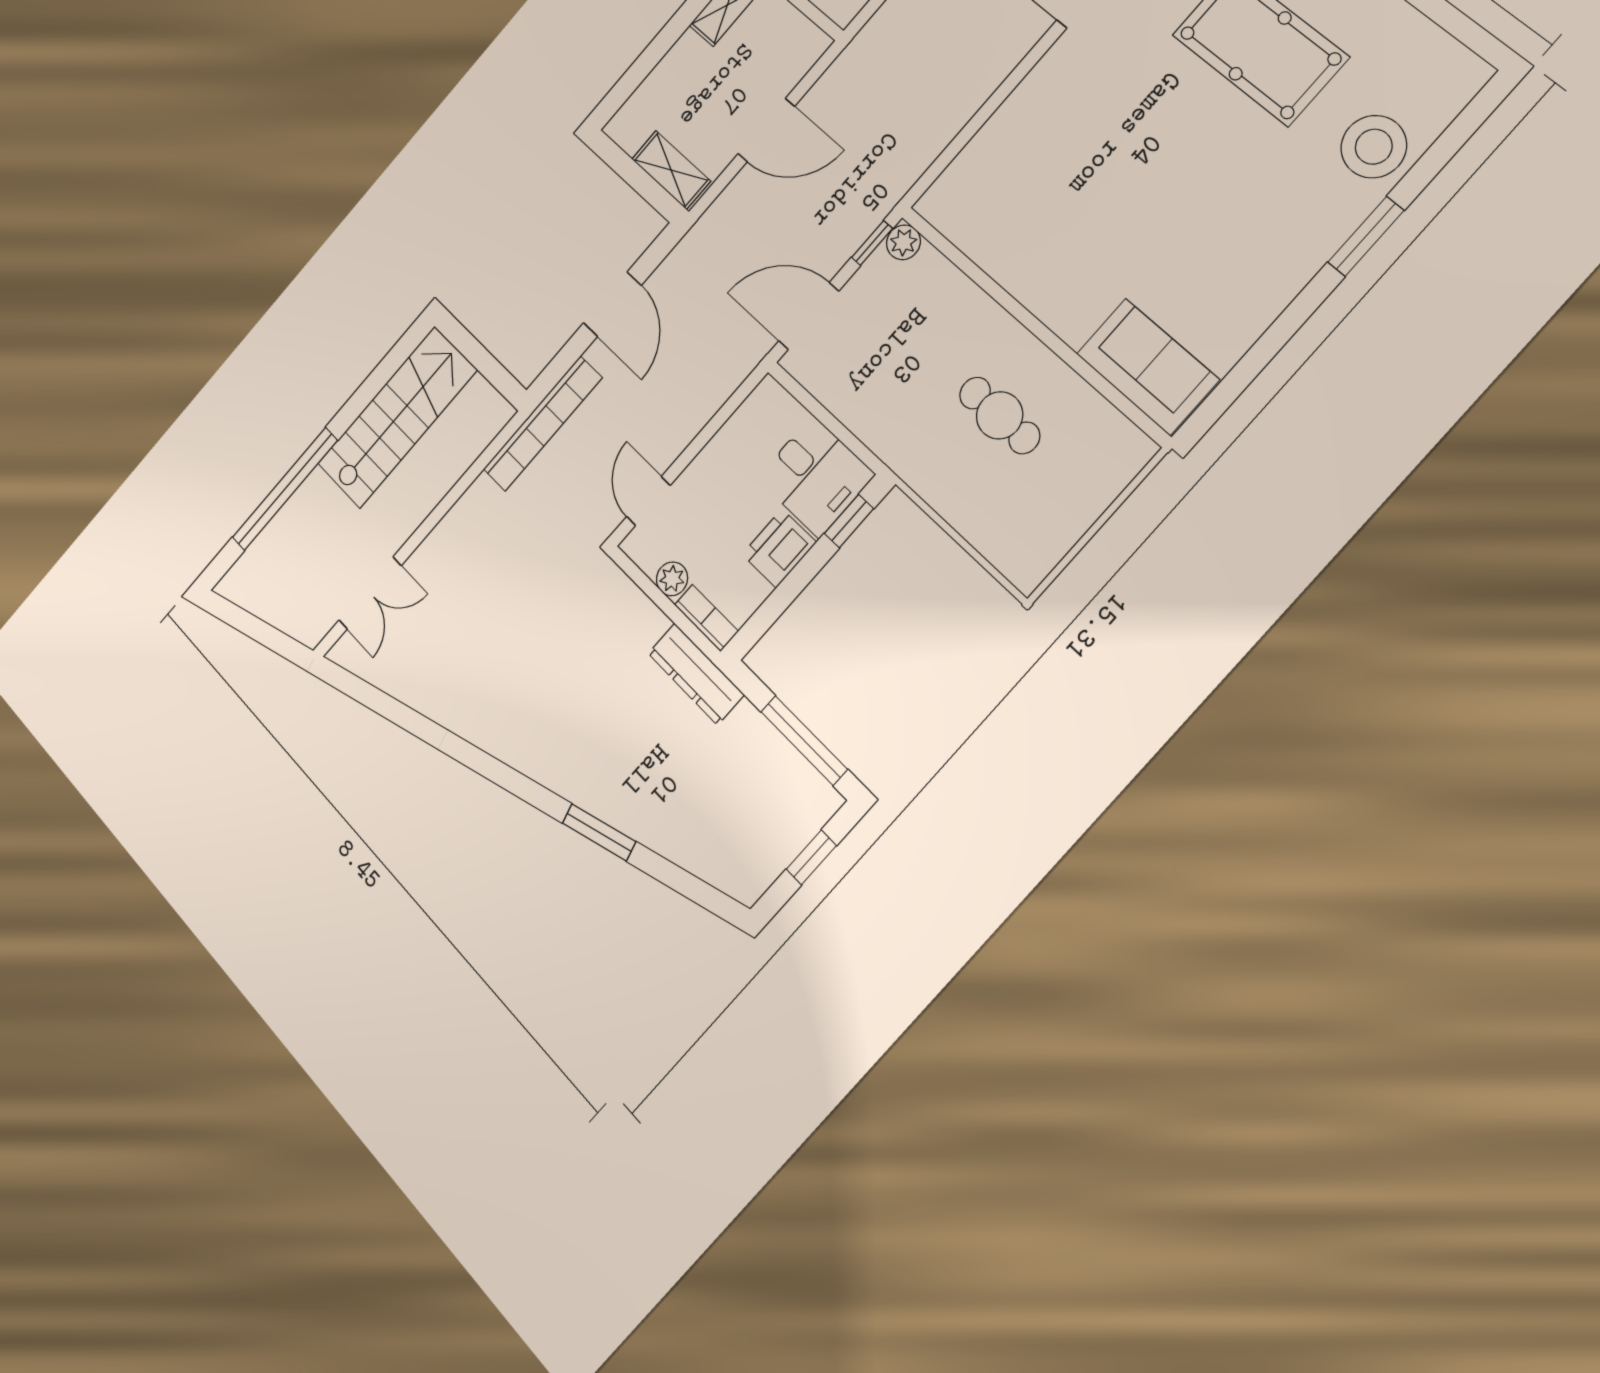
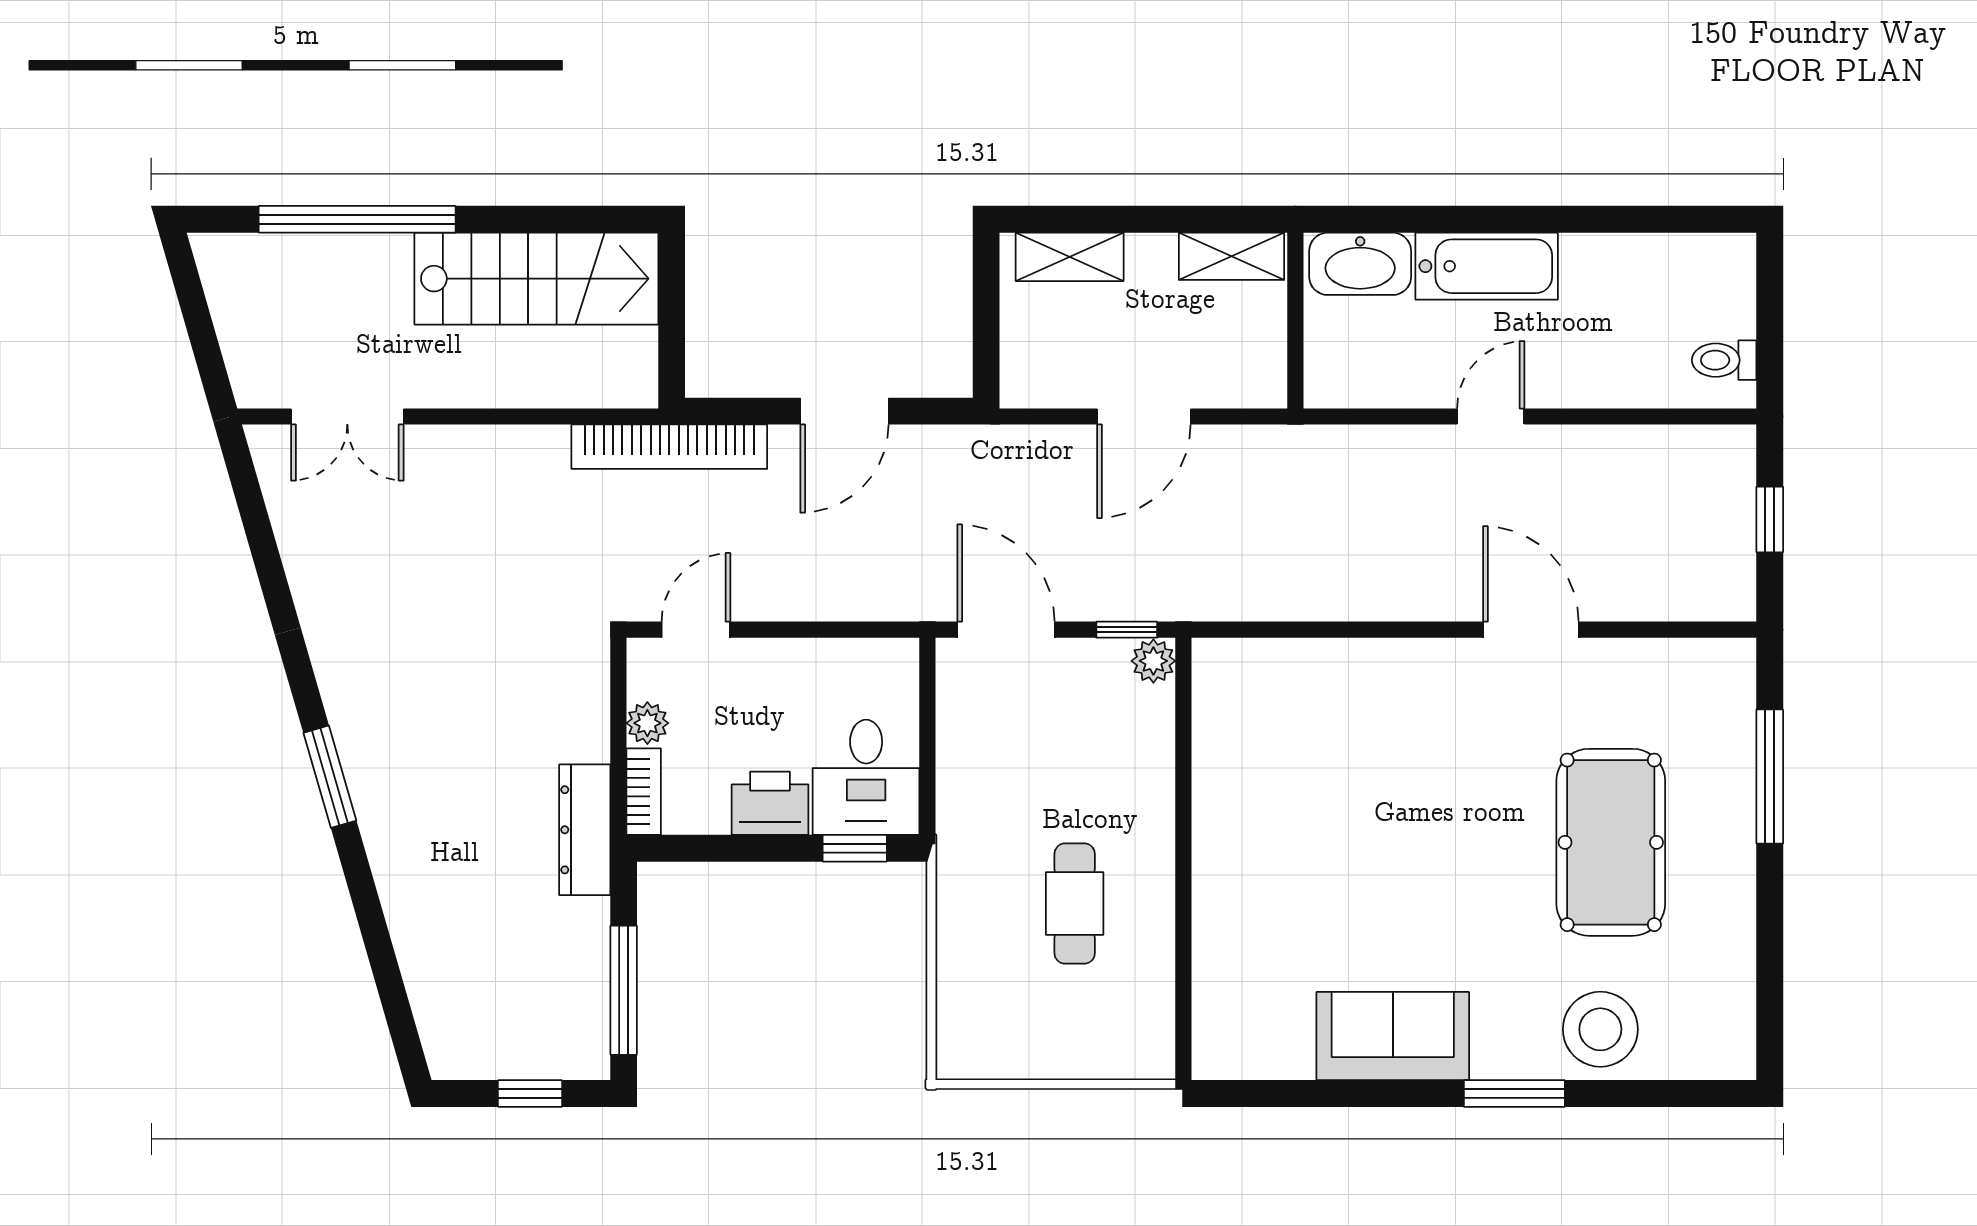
door: (766, 130) -> (1144, 416), hinge flipped
shelving: (671, 170) -> (1070, 257), moved, turned 90
sofa: (1148, 367) -> (1393, 1036), moved, turned -90
window: (599, 832) -> (330, 777), moved

